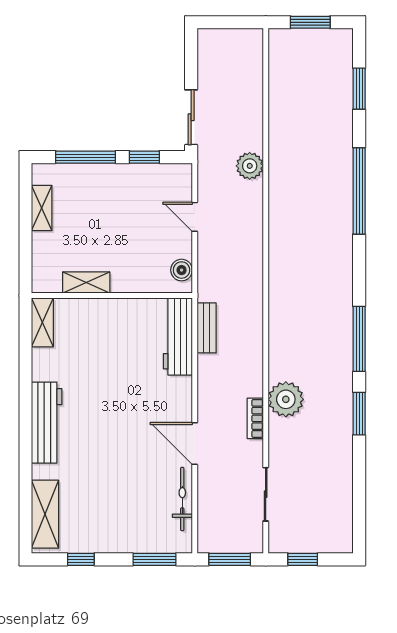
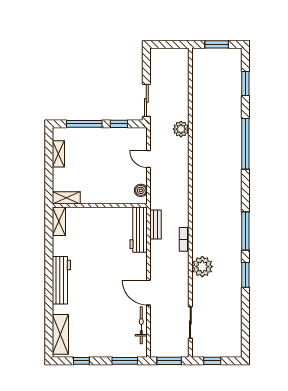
shelving: (86, 283) -> (66, 198), moved
bookcase: (255, 418) -> (184, 239), moved

